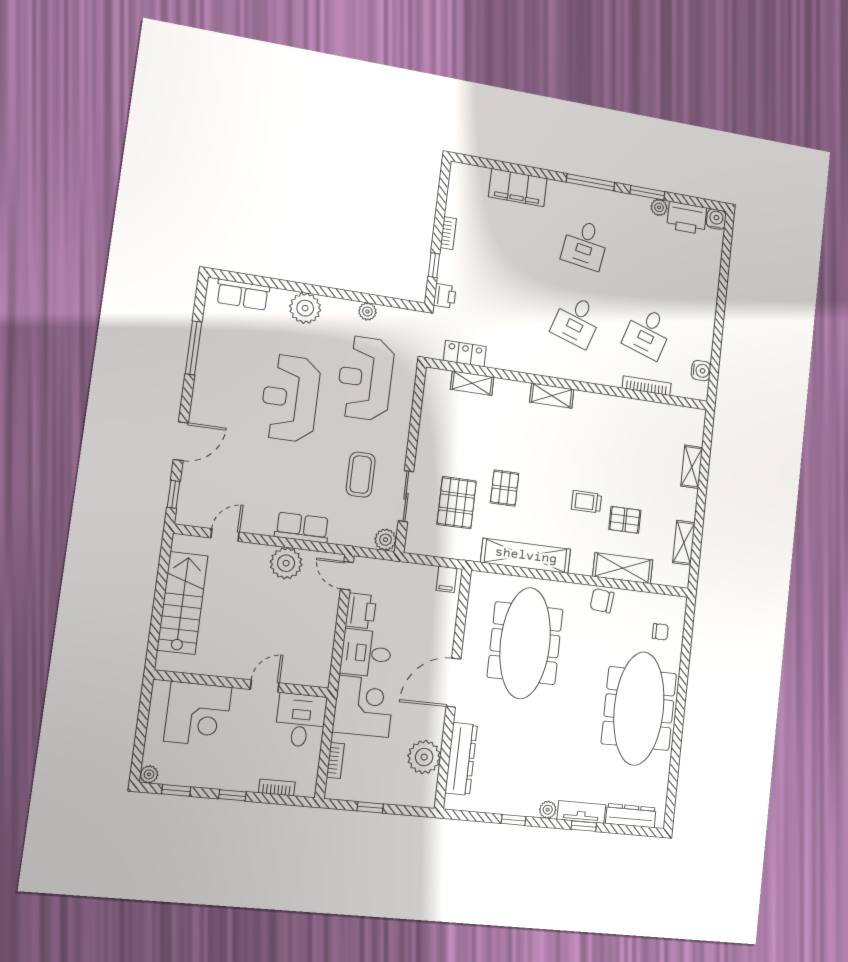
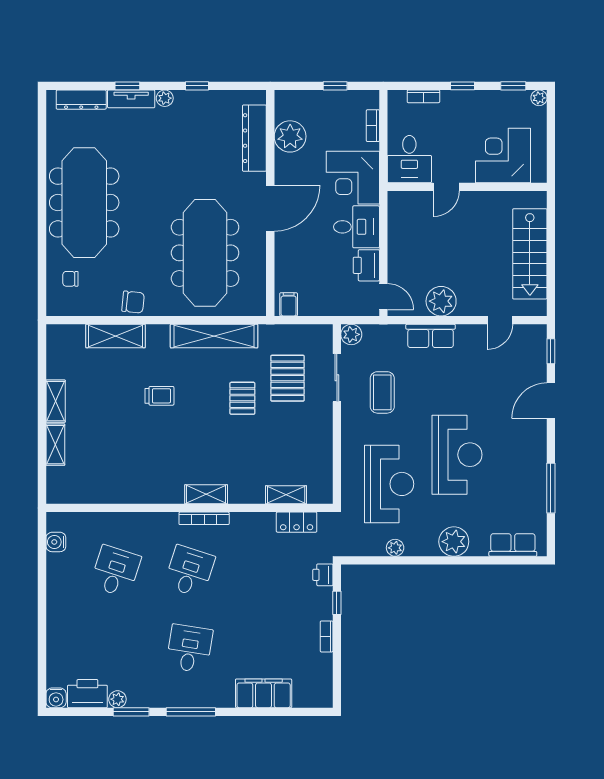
bookcase: (647, 386) -> (204, 518), moved
pallet: (625, 520) -> (119, 383), removed
shelving: (684, 543) -> (56, 401), moved

